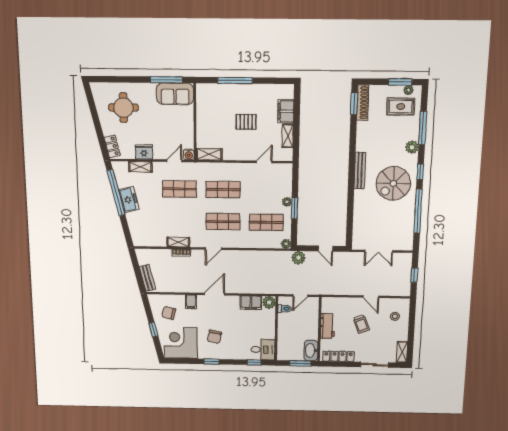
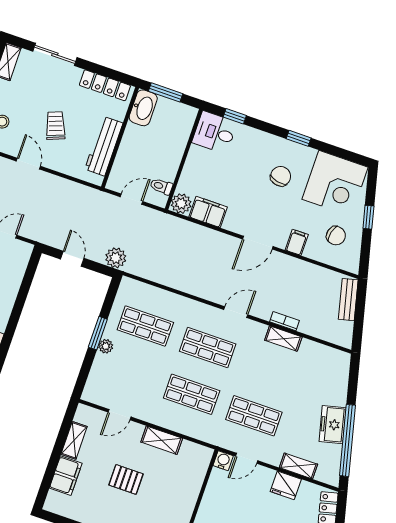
shelving: (209, 154) -> (162, 440), moved
plant: (286, 244) -> (127, 285), removed
workbench: (327, 326) -> (104, 146), width x1.38

